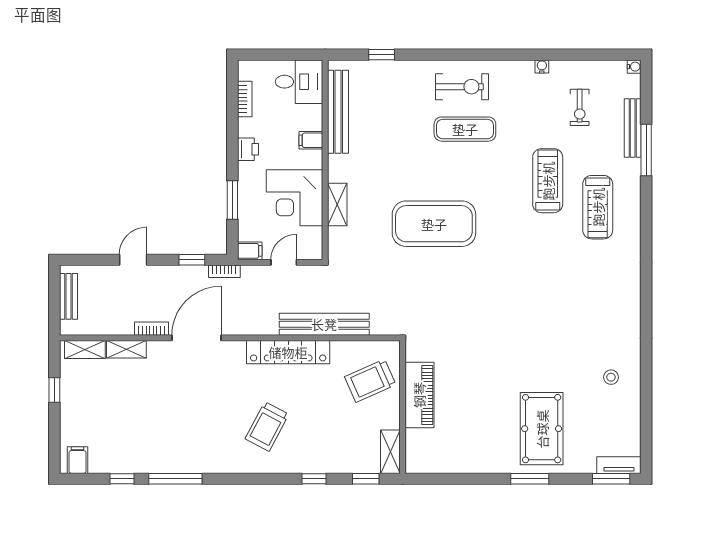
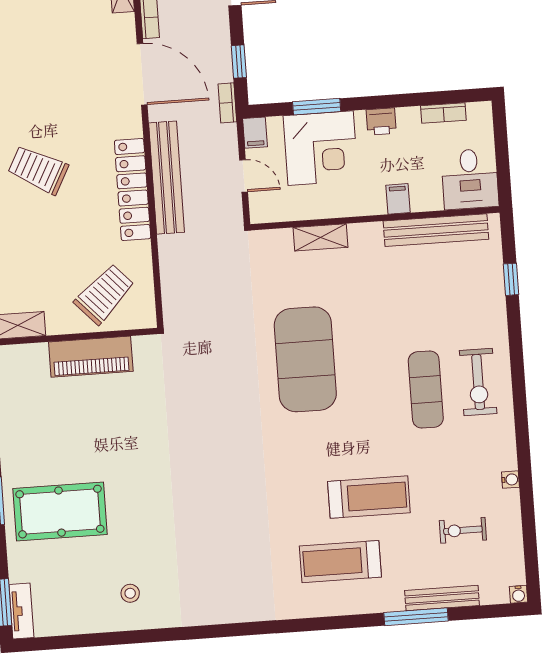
corner desk: (294, 198) -> (321, 148), moved, turned 180
bench: (324, 324) -> (167, 178), moved
trolley: (370, 381) -> (104, 294), turned 71

